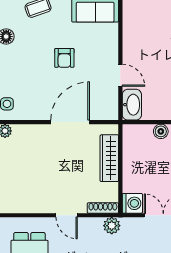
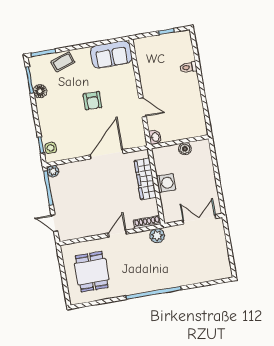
washbasin: (132, 105) -> (155, 137), width x0.52, depth x0.69
washing machine: (132, 203) -> (166, 183), moved
door: (67, 215) -> (117, 234), swing flipped

